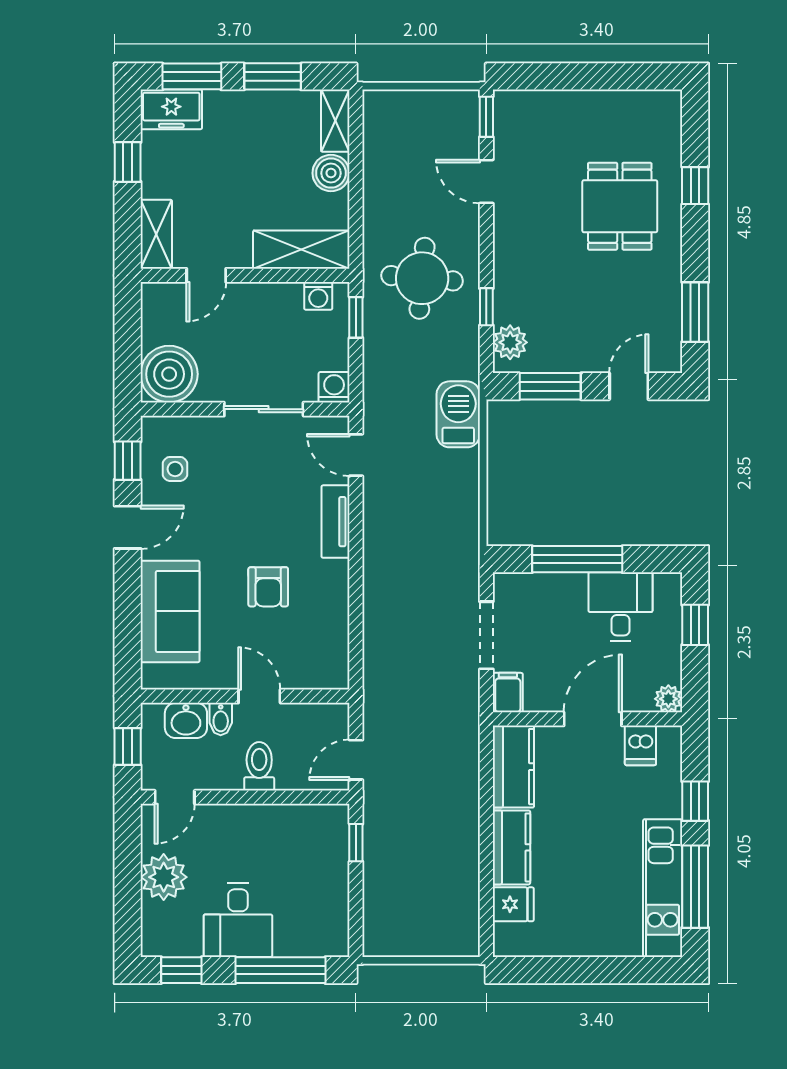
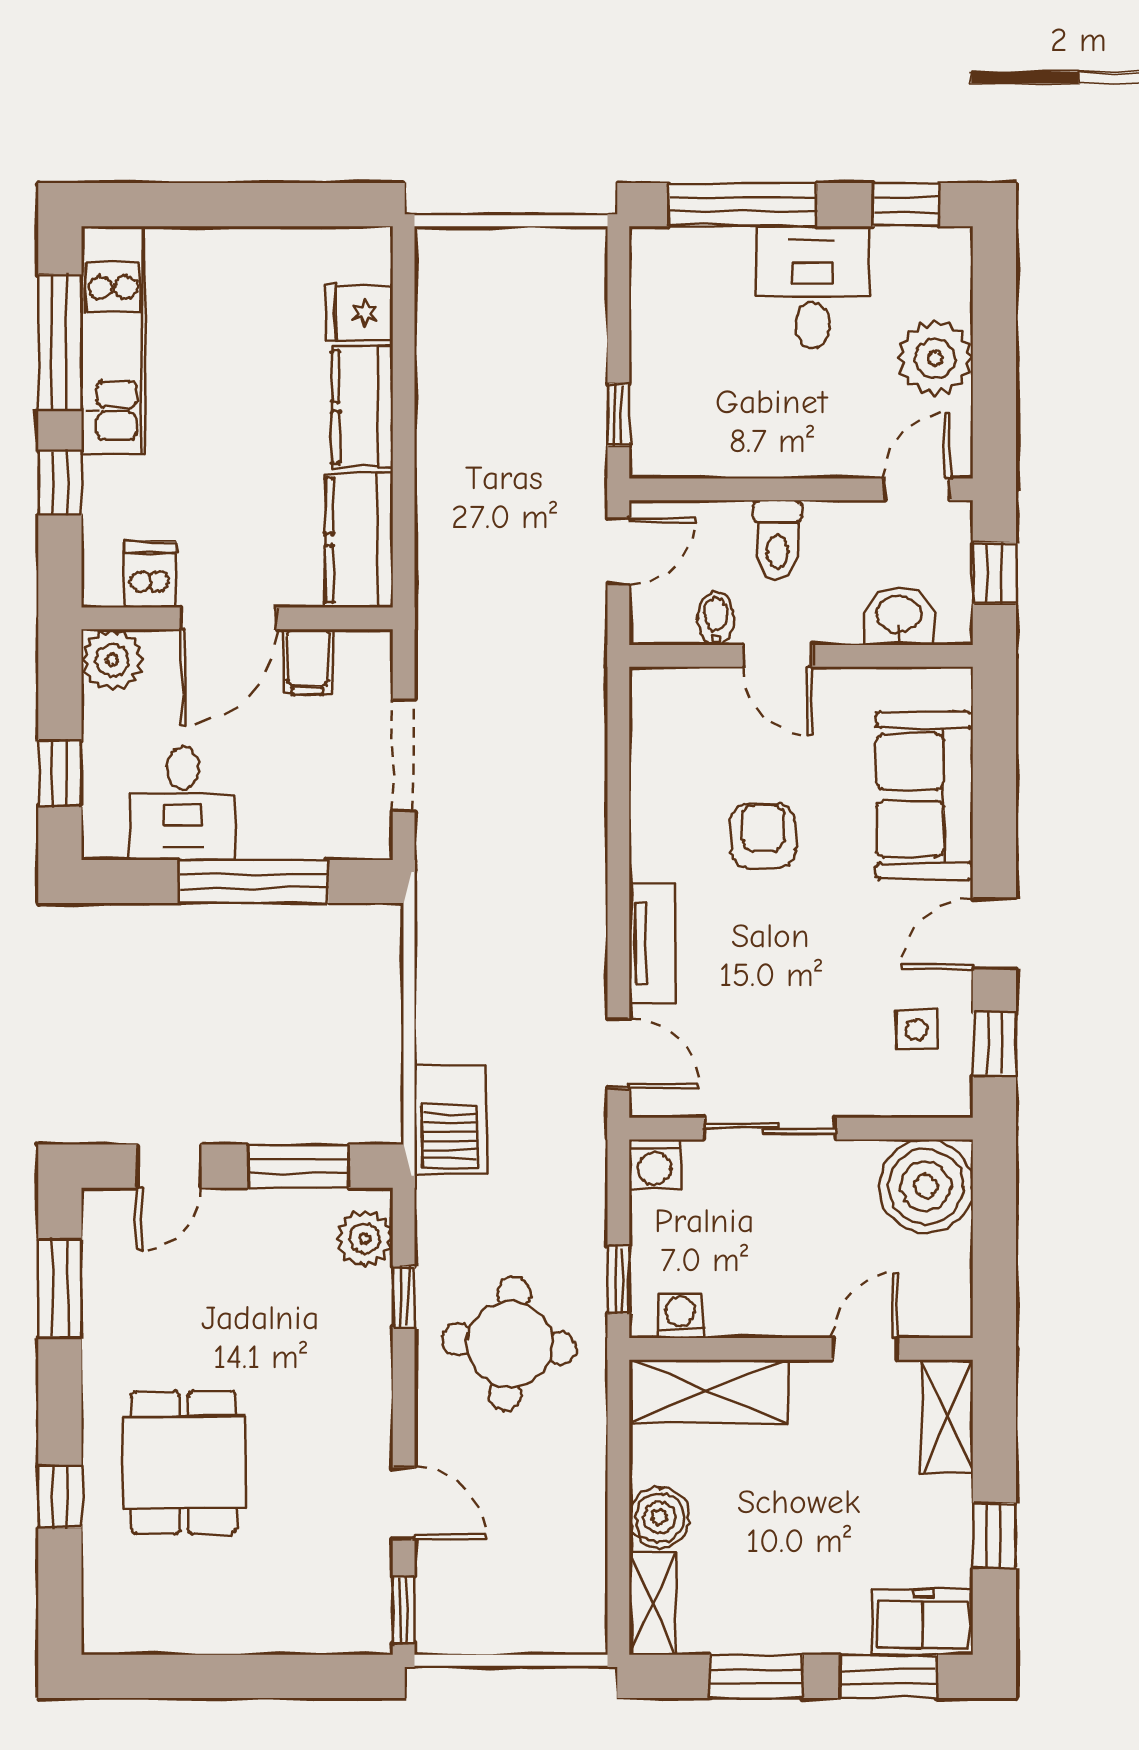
filing cabinet: (508, 693) -> (308, 662), moved
plant: (668, 699) -> (112, 660), width x1.38, depth x1.38
bidet: (221, 719) -> (716, 618), moved

